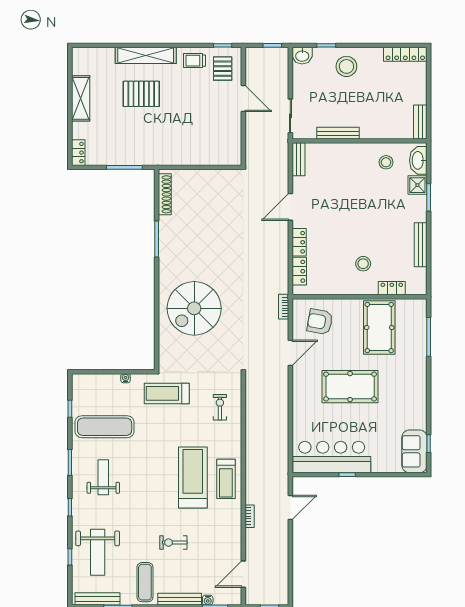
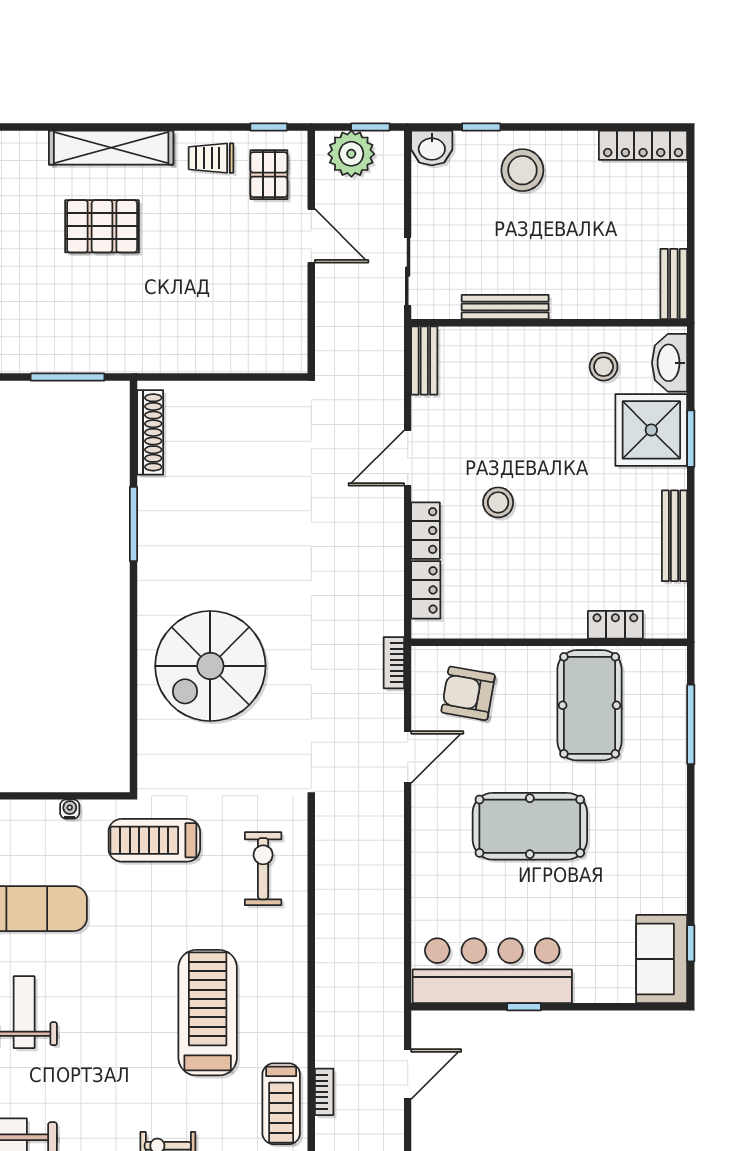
plant: (263, 58) -> (351, 154), added
shower: (417, 185) -> (651, 430), width x1.86, depth x1.86
stool: (363, 264) -> (498, 502), moved
exercise bike: (220, 407) -> (263, 869), width x1.38, depth x1.39
treadmill: (226, 479) -> (281, 1104), moved

